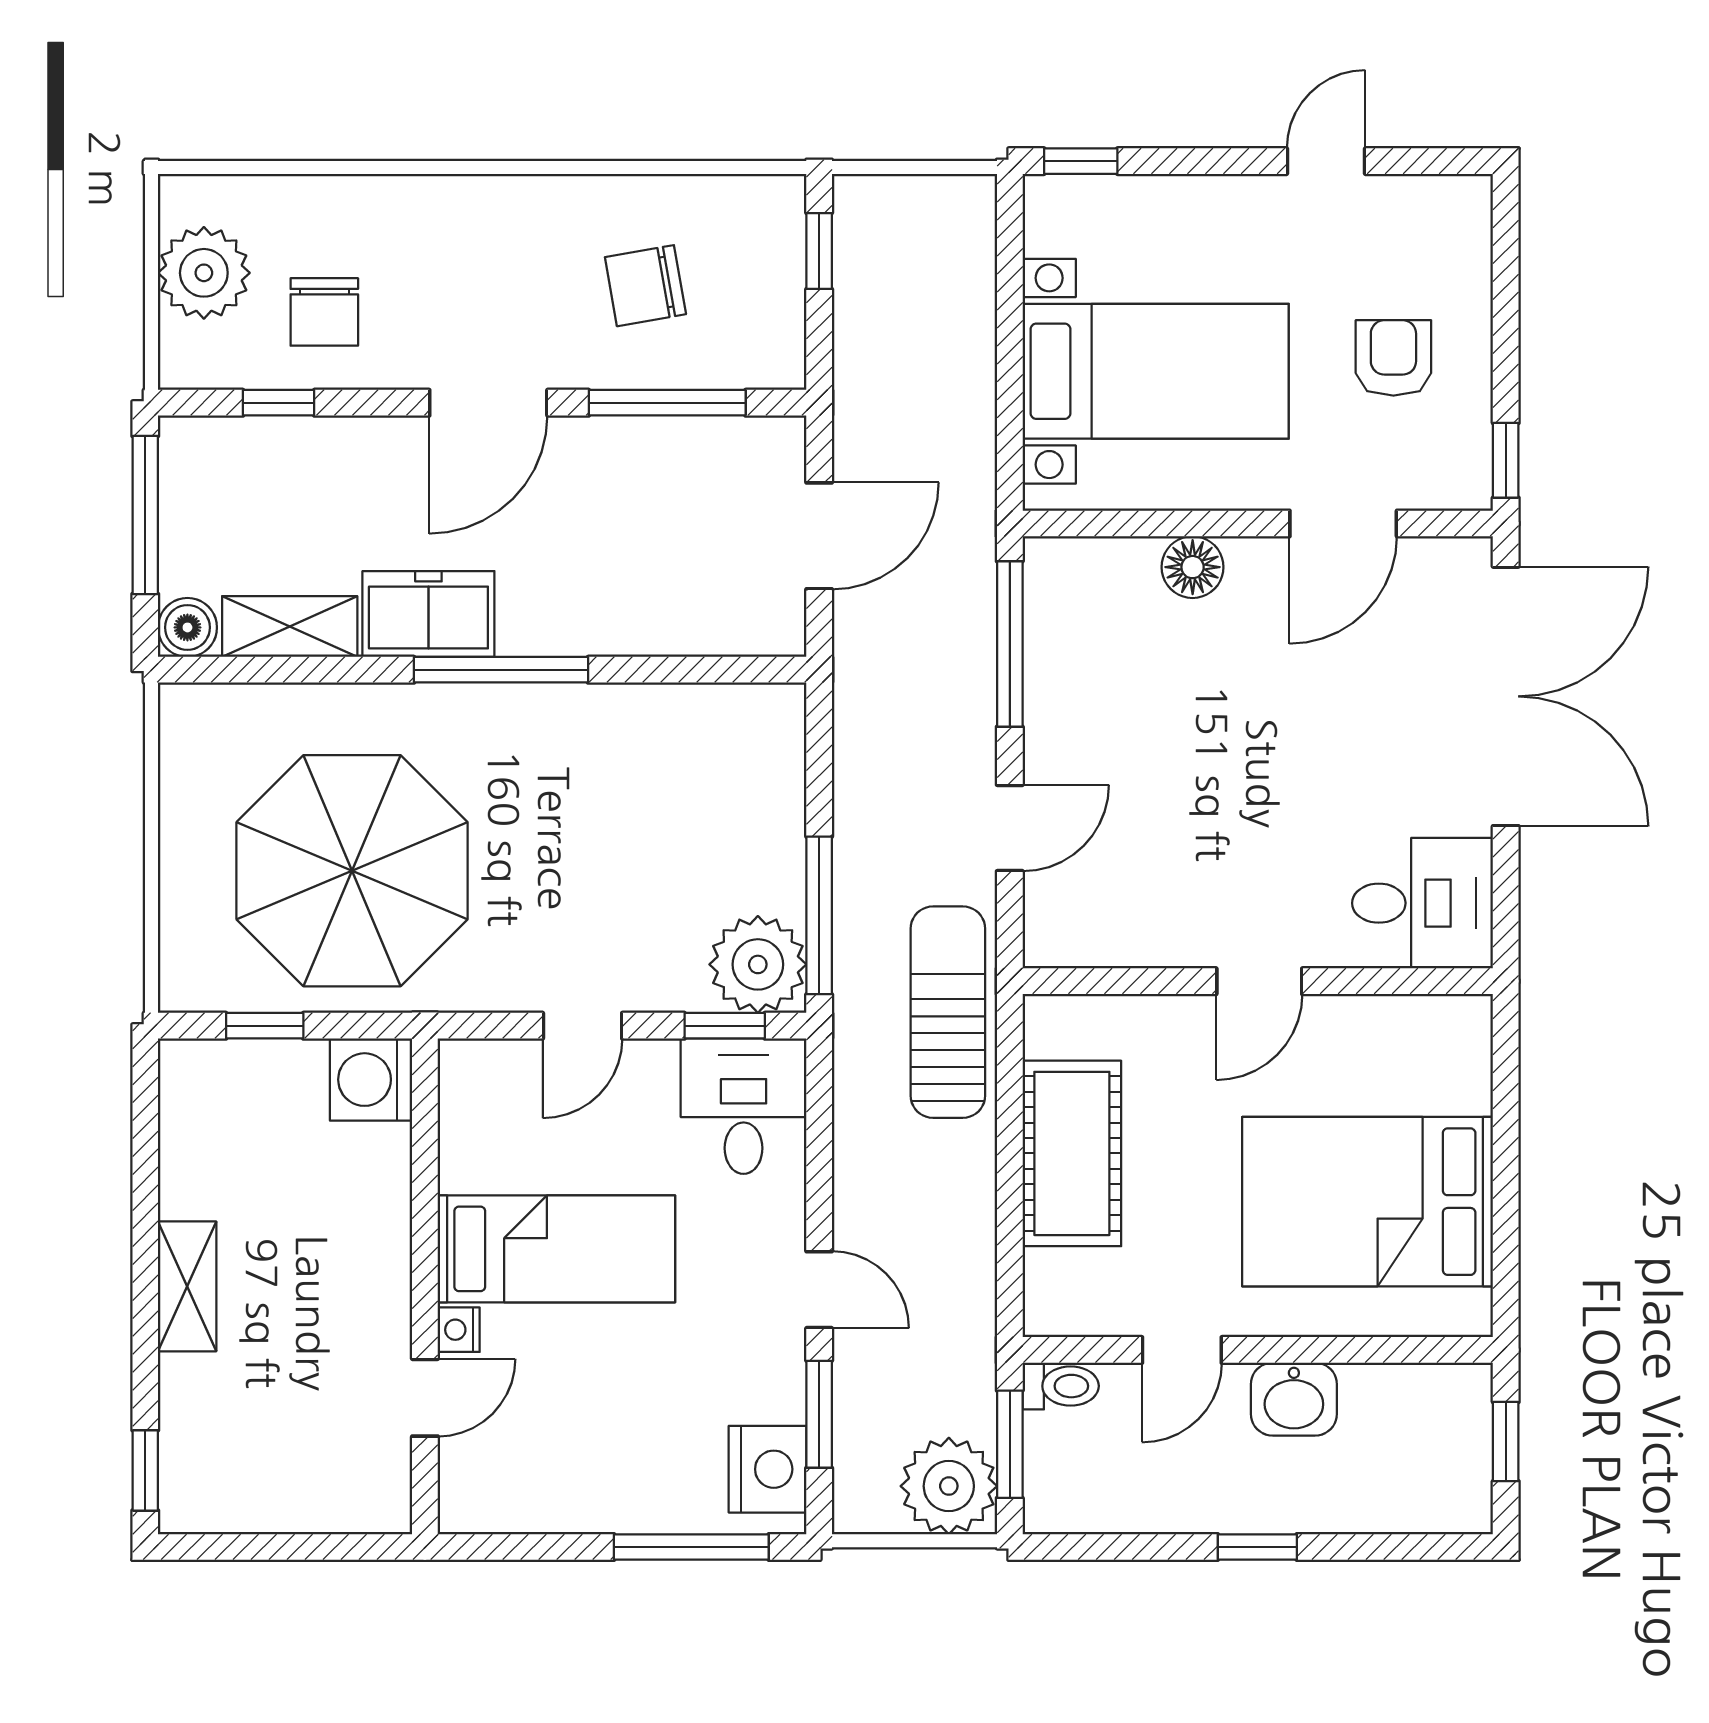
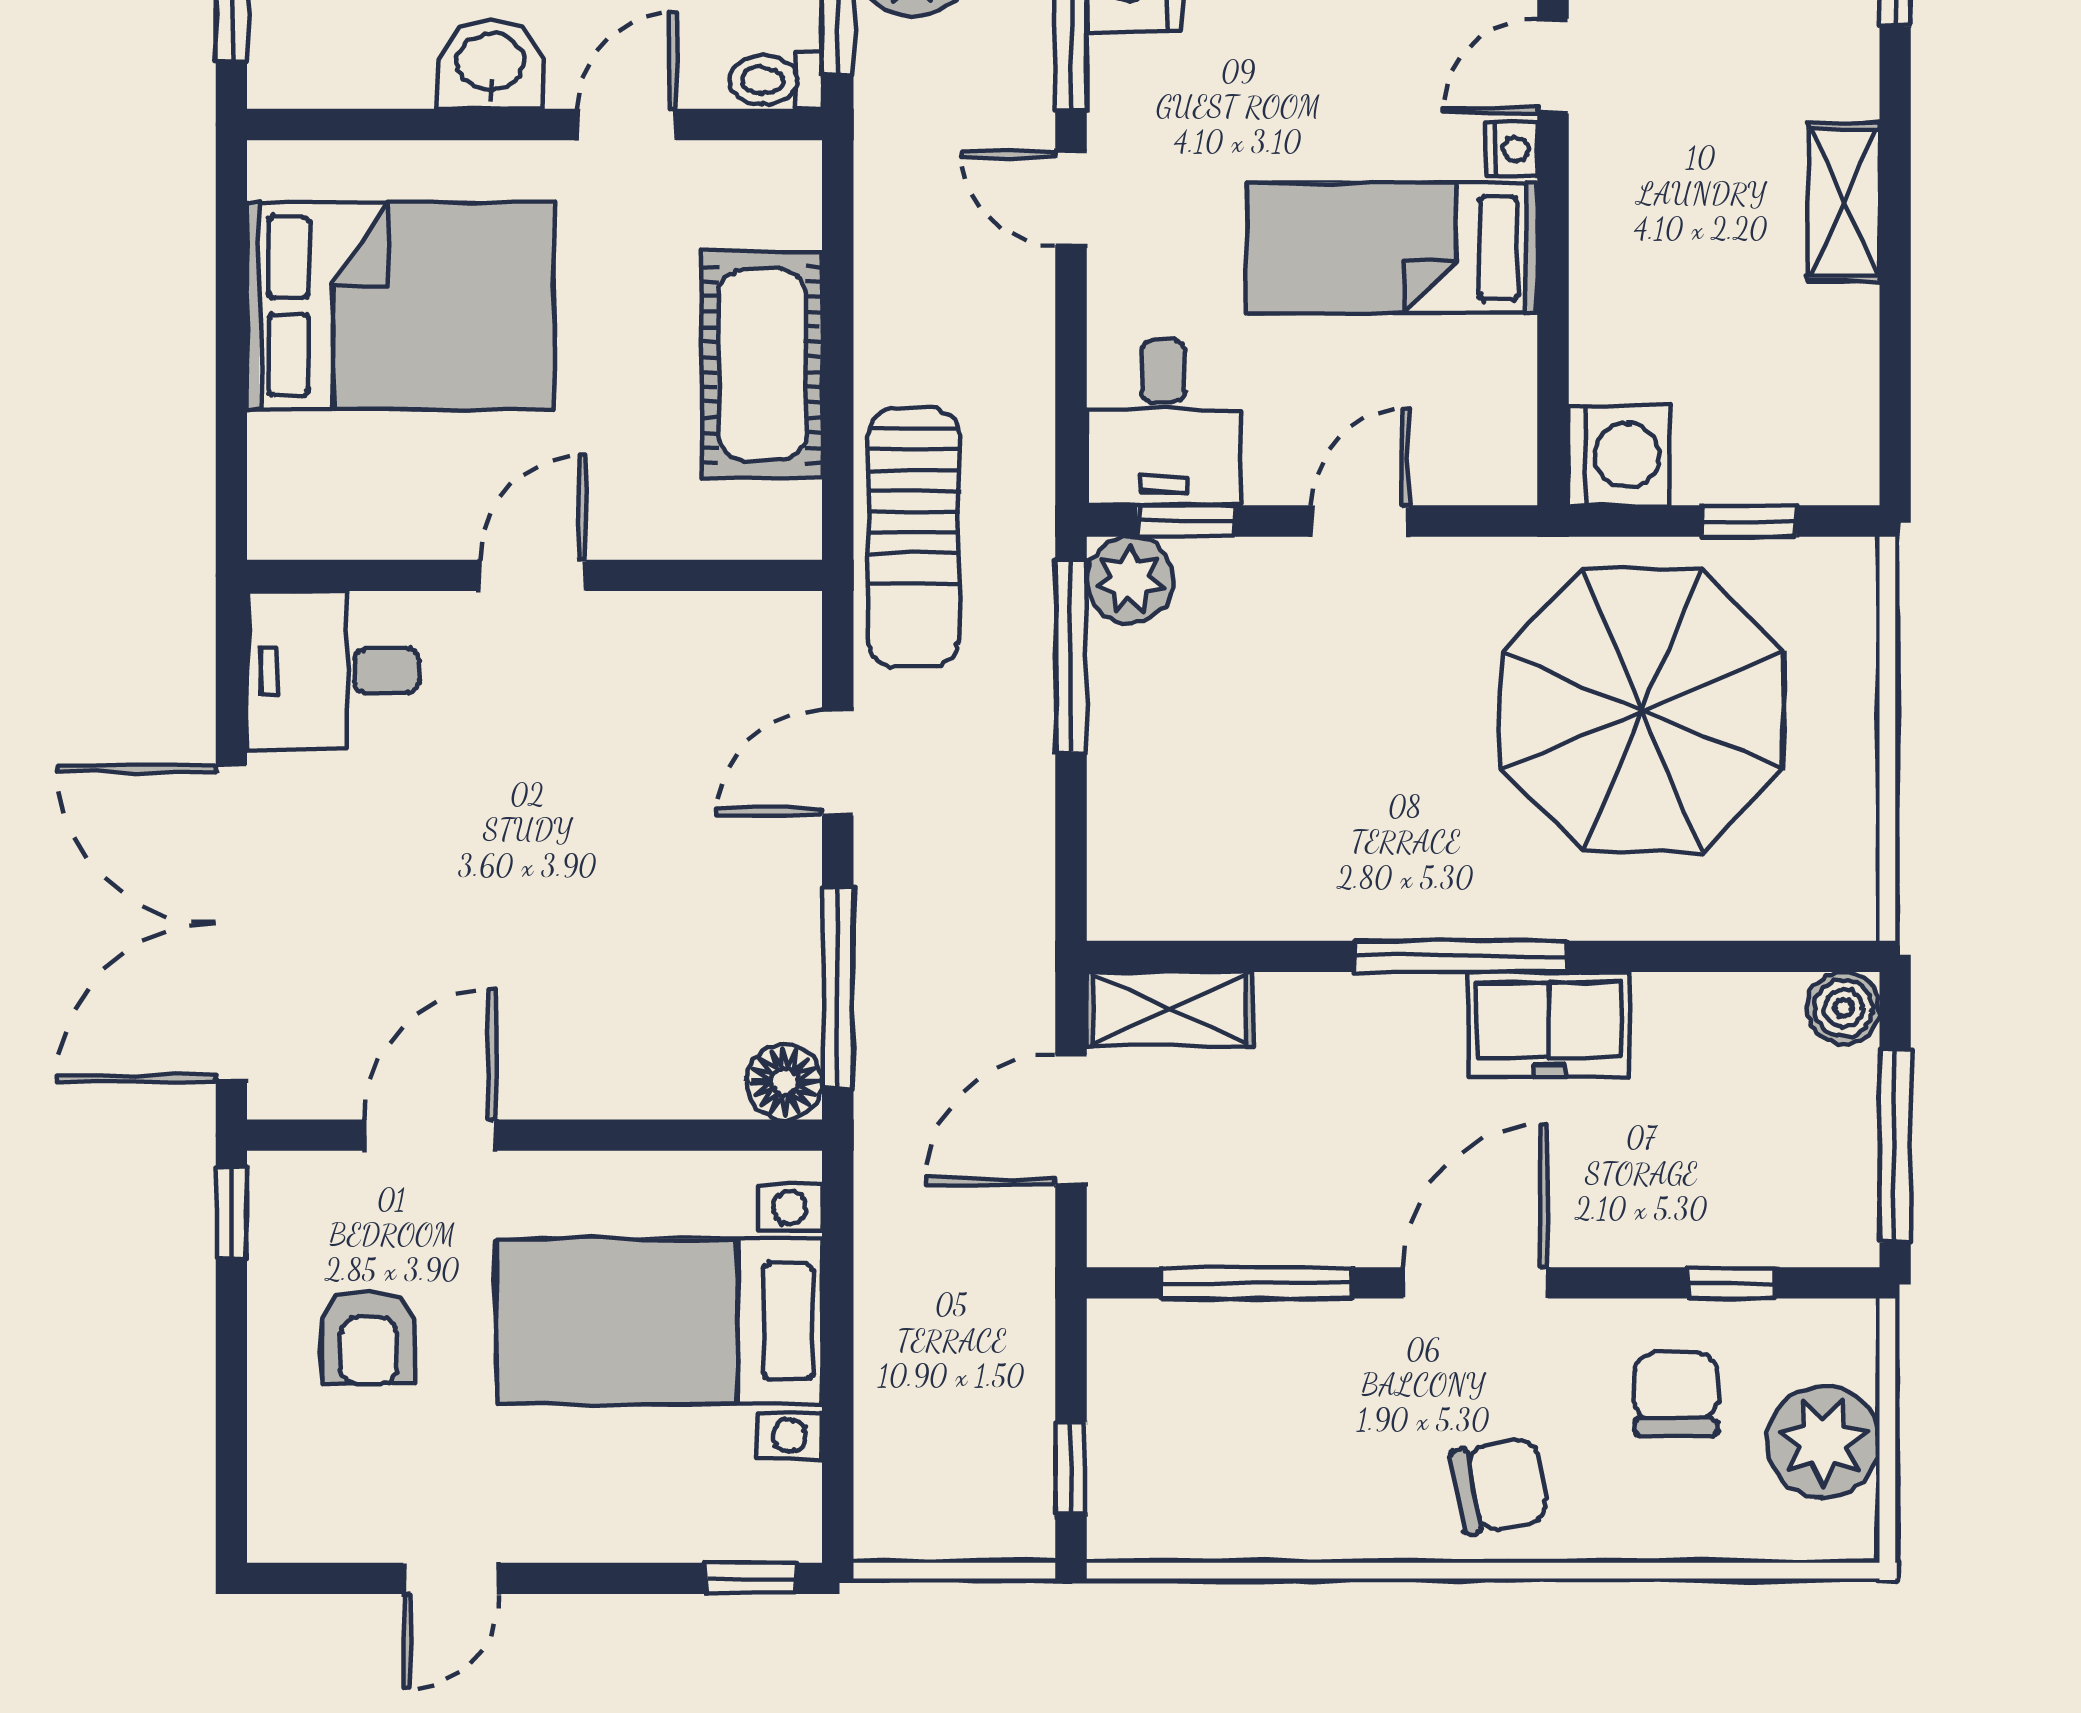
chair: (645, 286) -> (1500, 1486), moved
floor lamp: (1193, 567) -> (784, 1082), moved
shelving: (290, 627) -> (1169, 1009), moved
plant: (758, 964) -> (1130, 580), width x0.73, depth x0.73

